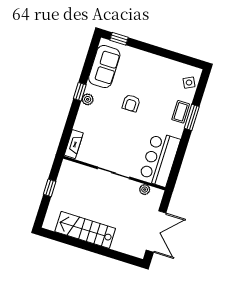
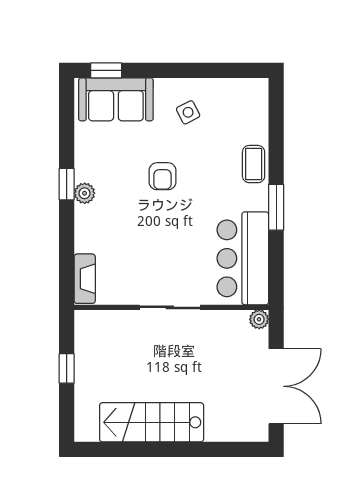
sofa: (104, 67) -> (116, 99), moved, turned 90
side table: (189, 83) -> (188, 112), moved
window: (192, 117) -> (276, 207), moved
plant: (145, 190) -> (259, 319), moved

